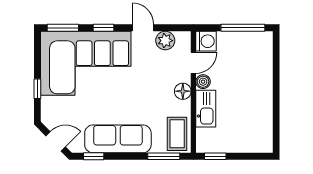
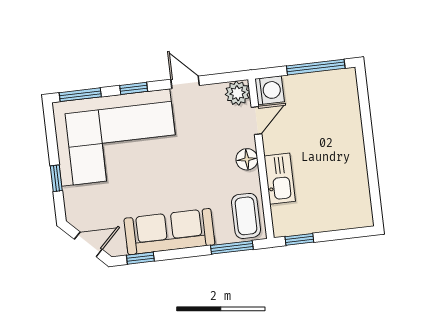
plant: (165, 41) -> (238, 93), moved
boiler: (203, 82) -> (272, 144), removed

